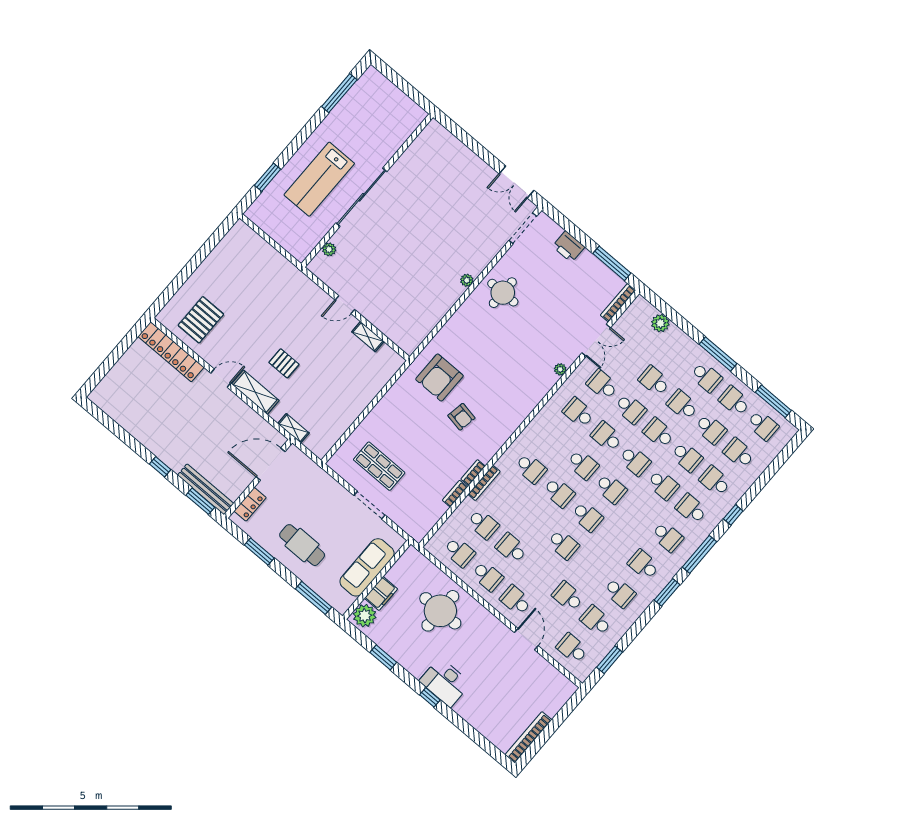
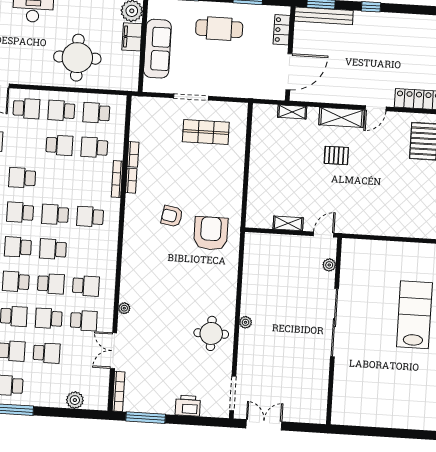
wall: (367, 191) -> (334, 331), moved
sliding door: (361, 197) -> (334, 323), moved
plant: (329, 249) -> (329, 265), moved

